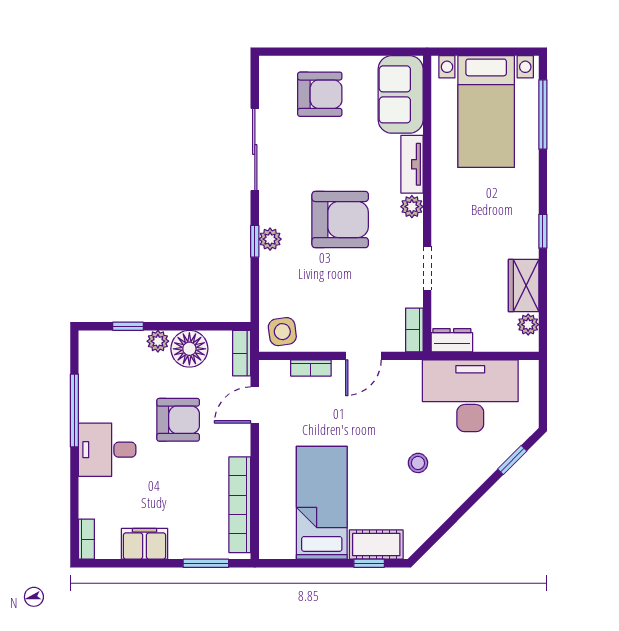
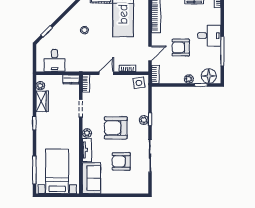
armchair: (320, 94) -> (121, 161), moved
floor lamp: (189, 349) -> (209, 76), moved
desk: (470, 396) -> (55, 60), width x0.53, depth x0.77

